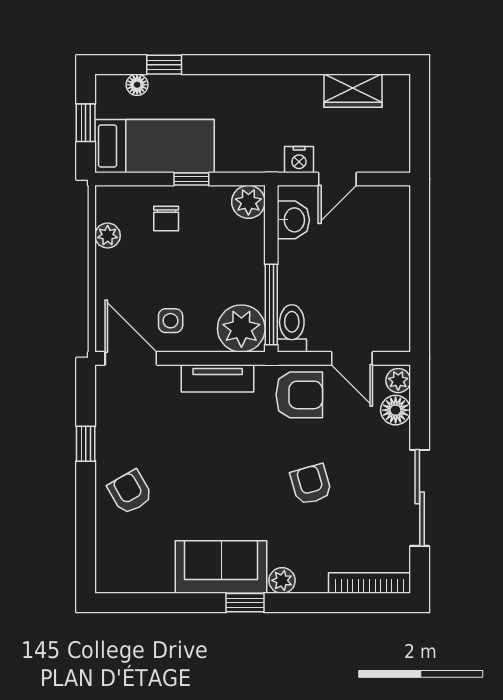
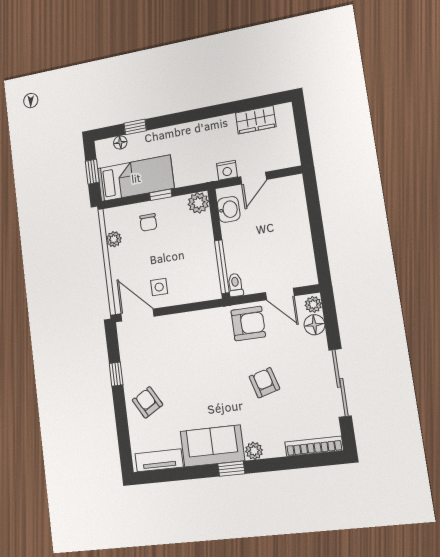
toilet: (292, 328) -> (235, 285), width x0.73, depth x0.72
plant: (241, 329) -> (205, 285), removed
tv unit: (218, 378) -> (159, 460), moved, turned 180

